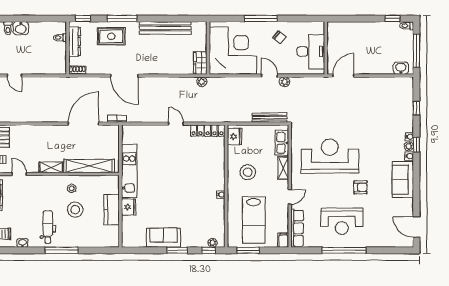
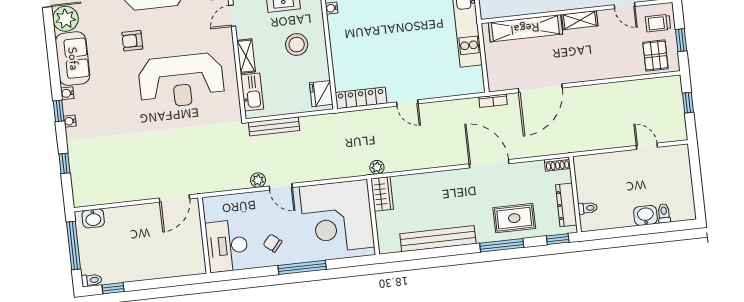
desk: (311, 51) -> (227, 246), moved
plant: (409, 146) -> (66, 19), moved, width x1.88, depth x1.88

